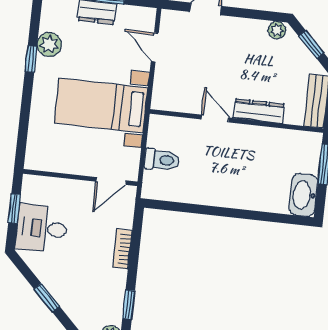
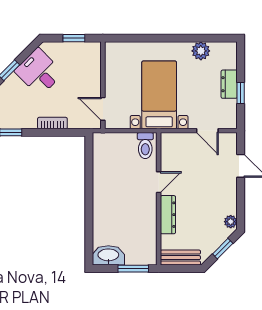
door: (155, 47) -> (207, 131), swing flipped
window: (31, 59) -> (188, 38), removed
toilet: (162, 160) -> (145, 146), moved
desk: (42, 228) -> (39, 72), moved, turned -45

